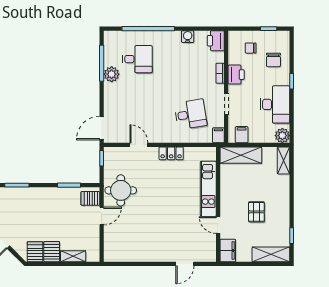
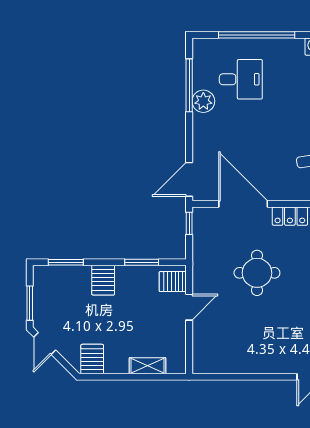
door: (139, 145) -> (243, 204), width x1.88
round table: (121, 190) -> (257, 273), moved
server rack: (52, 252) -> (103, 280), moved, turned 180

